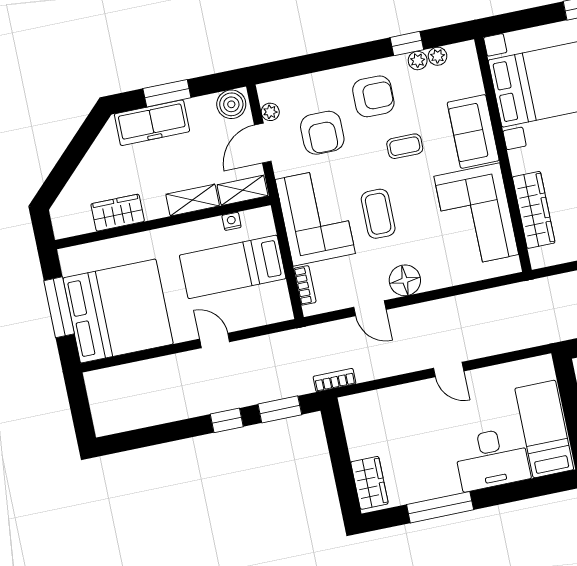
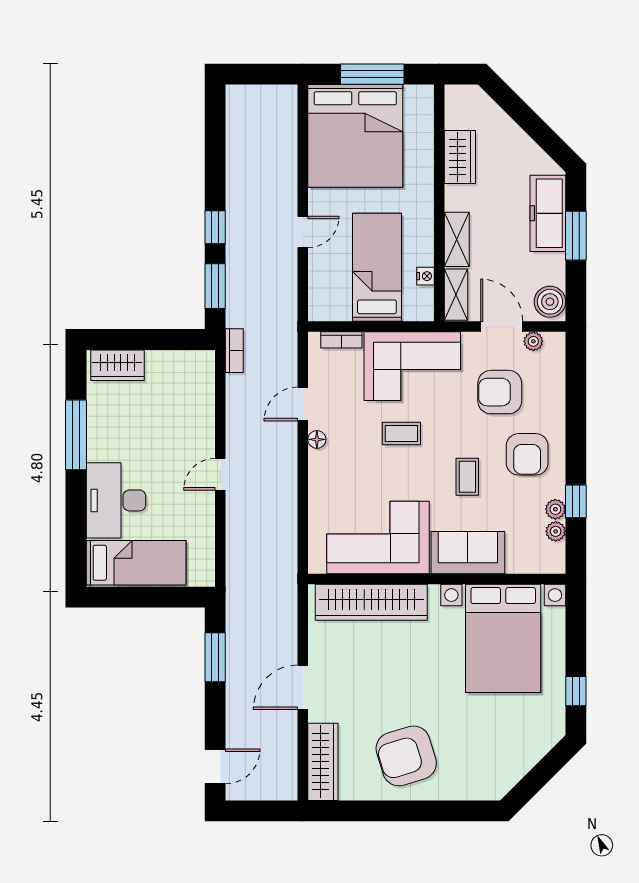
wardrobe: (534, 210) -> (371, 602), width x1.40, depth x1.17
coffee table: (378, 214) -> (401, 434), width x0.73, depth x0.77
floor lamp: (405, 280) -> (317, 439), width x0.53, depth x0.53

